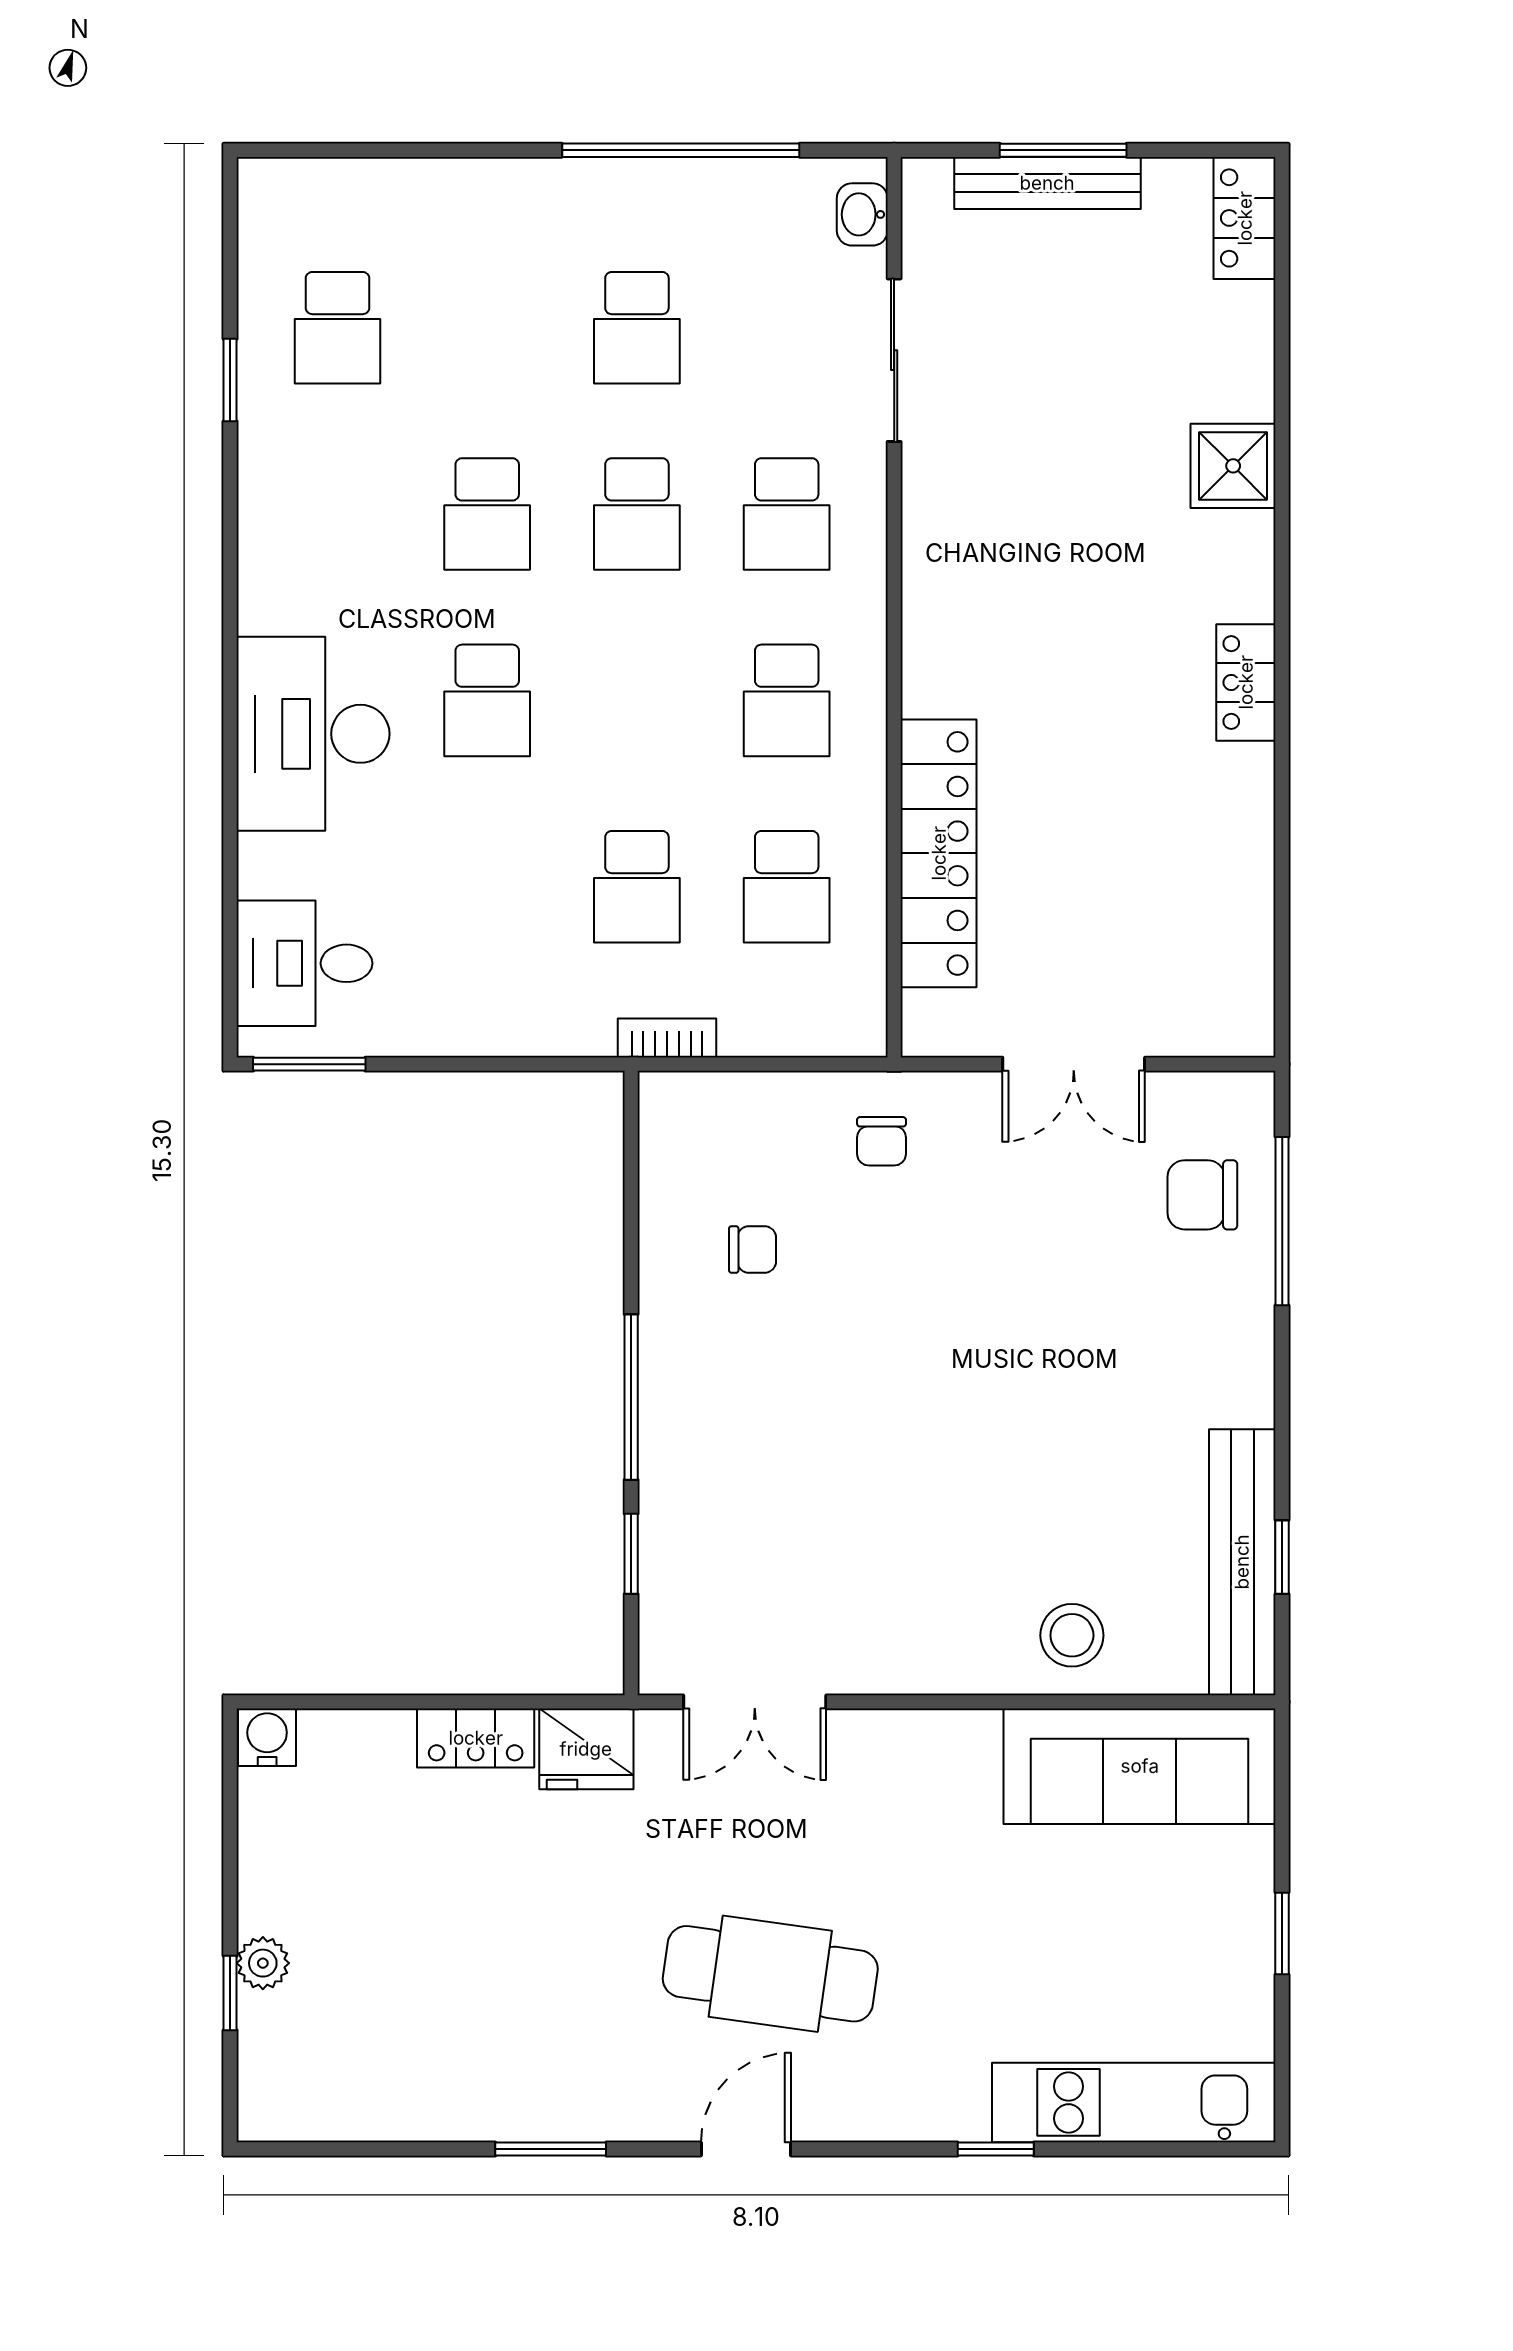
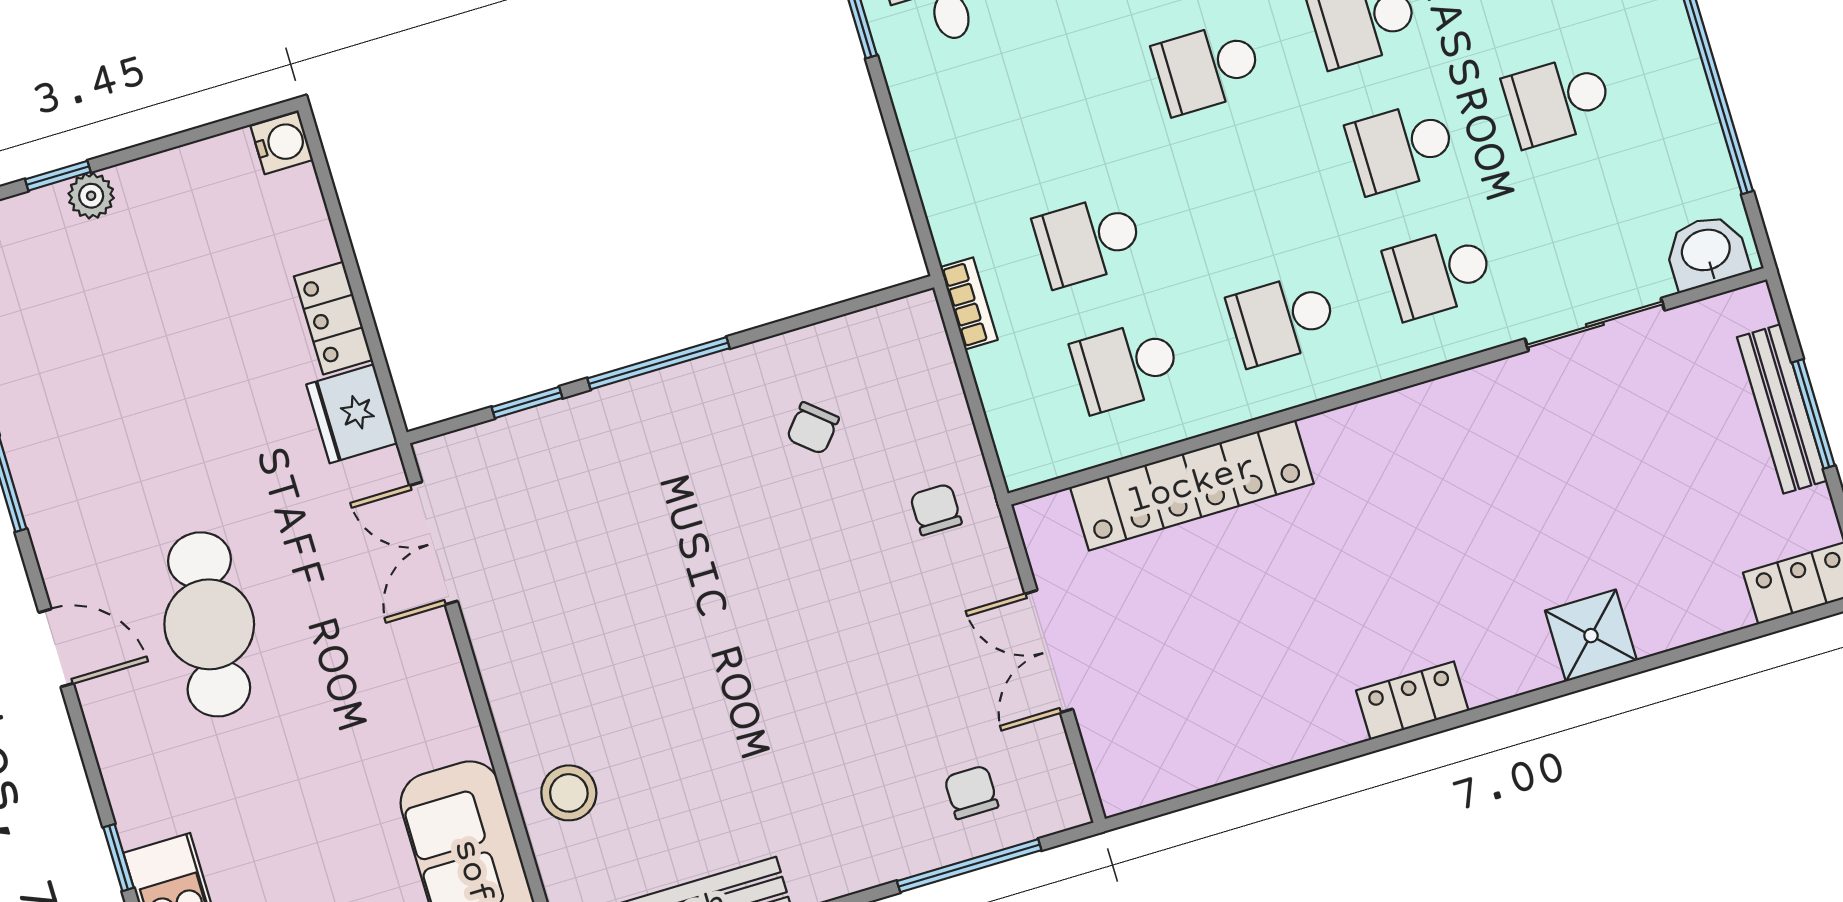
washbasin: (862, 214) -> (1706, 252), width x1.38, depth x1.45
chair: (882, 1141) -> (936, 509), turned 90
chair: (1202, 1195) -> (971, 792), width x0.73, depth x0.73
chair: (752, 1250) -> (813, 428), turned 40

